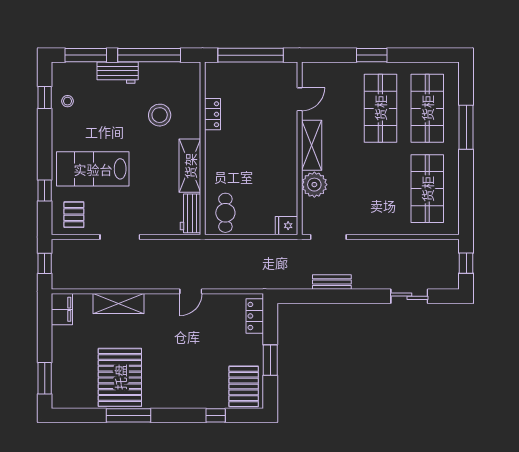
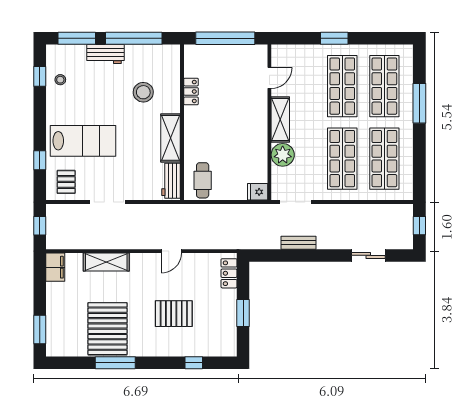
lab bench: (93, 169) -> (83, 141), turned 180
shop shelf: (380, 189) -> (342, 159), added
pallet: (244, 386) -> (174, 314), moved, turned 90

